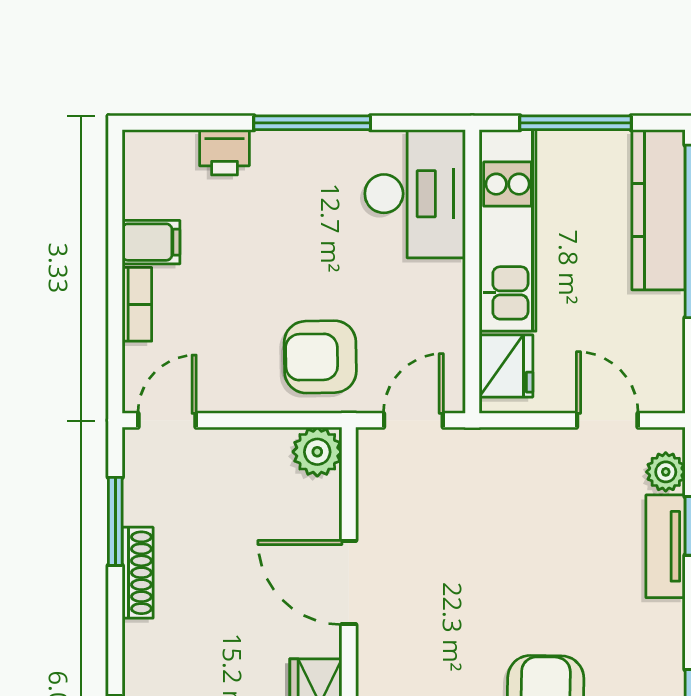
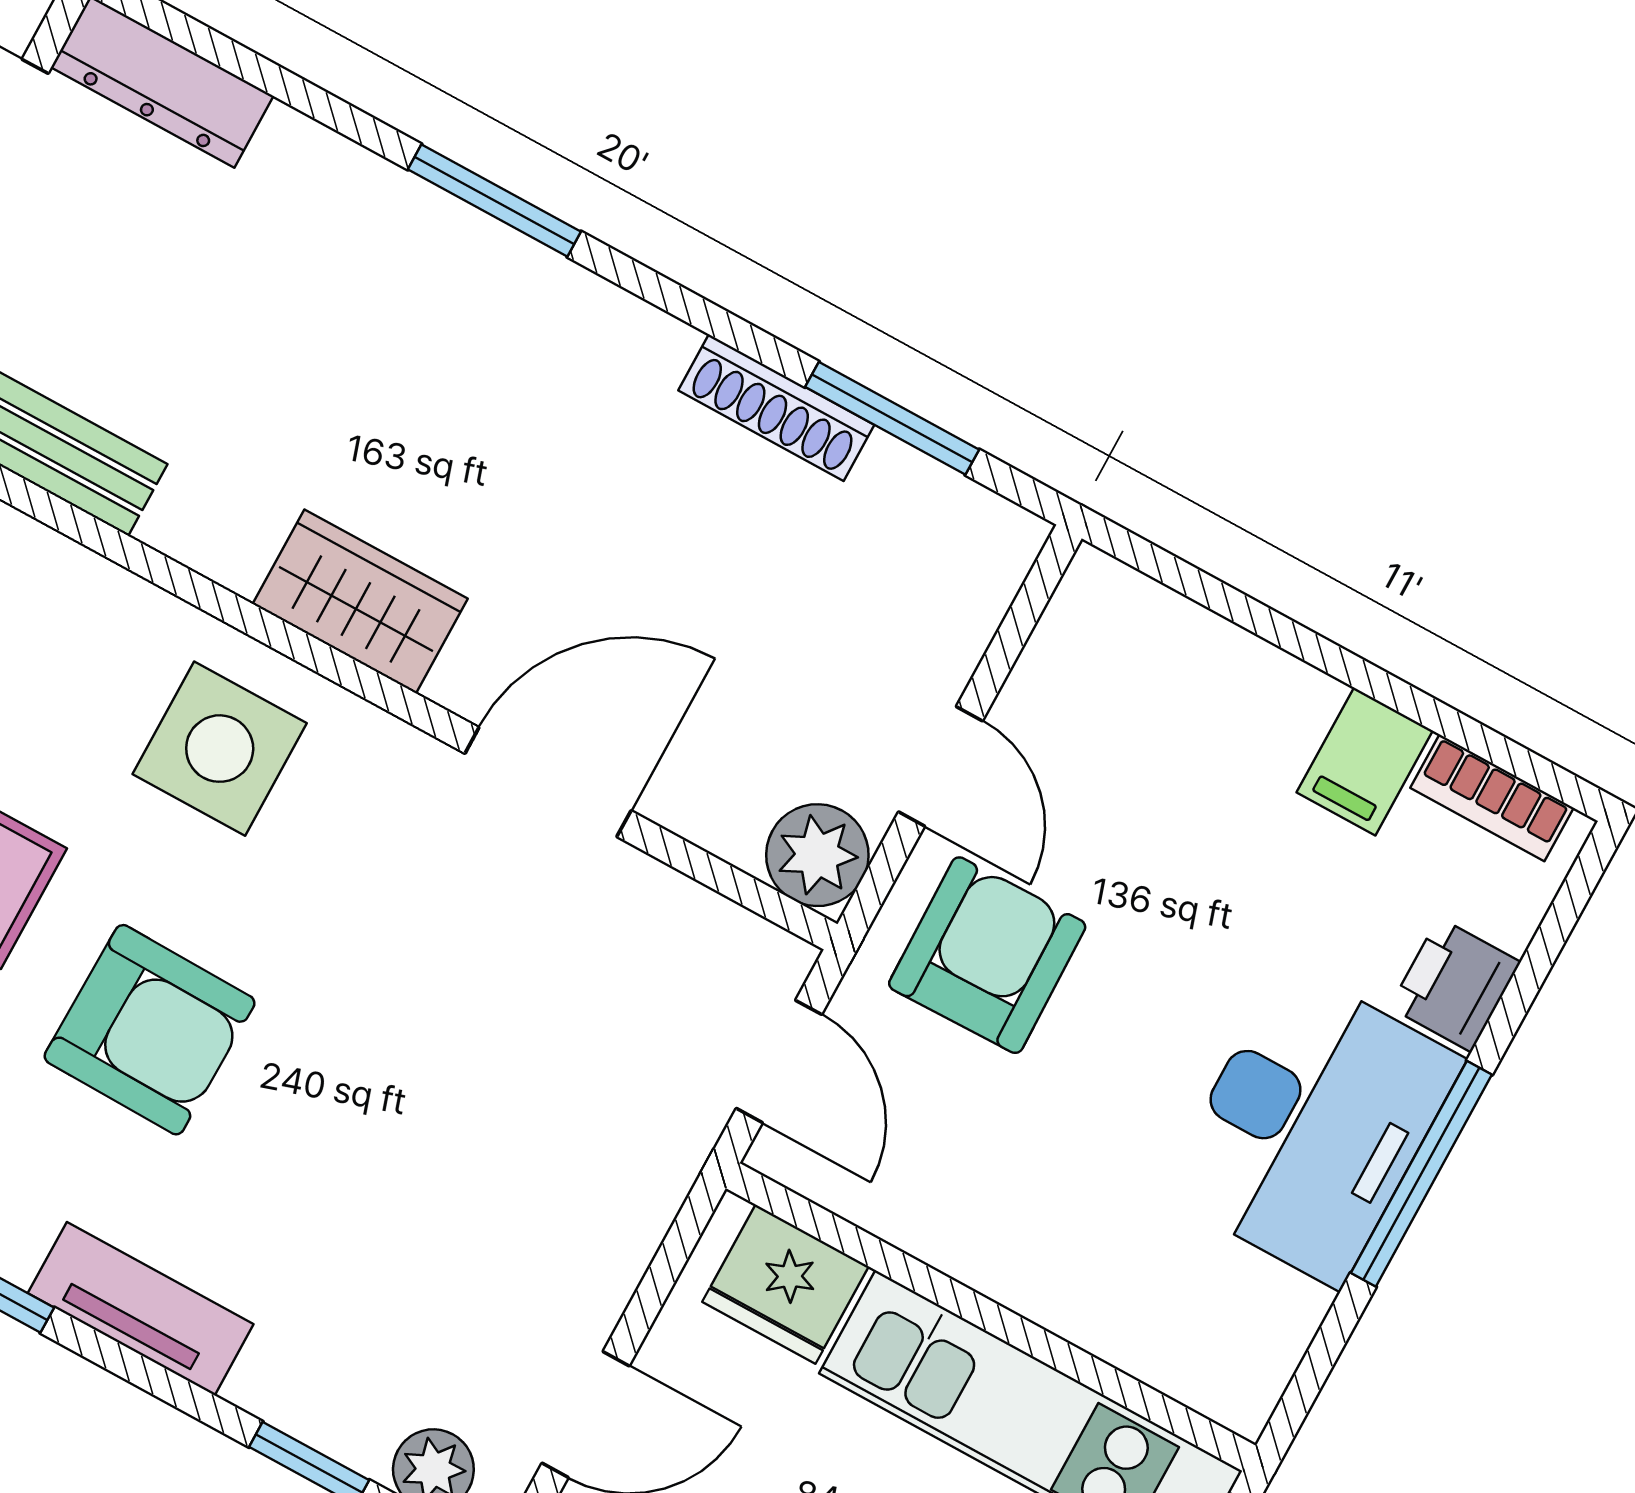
desk: (415, 194) -> (1312, 1126), moved, turned -90
bookcase: (137, 304) -> (1492, 798), moved
door: (167, 420) -> (940, 766), moved
tv unit: (666, 546) -> (141, 1309), moved

